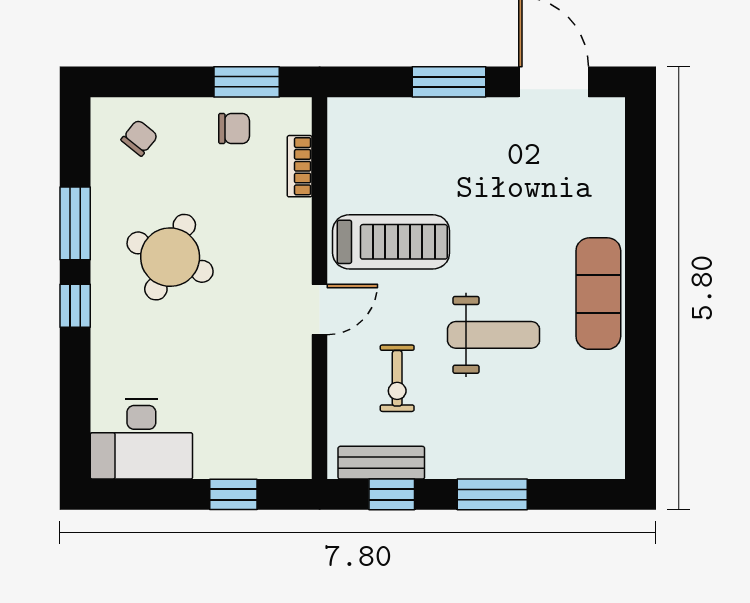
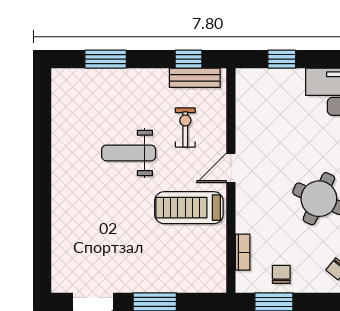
chair: (234, 128) -> (281, 274), turned 90
exercise mat: (598, 294) -> (67, 177), removed
window: (492, 494) -> (106, 59), moved

